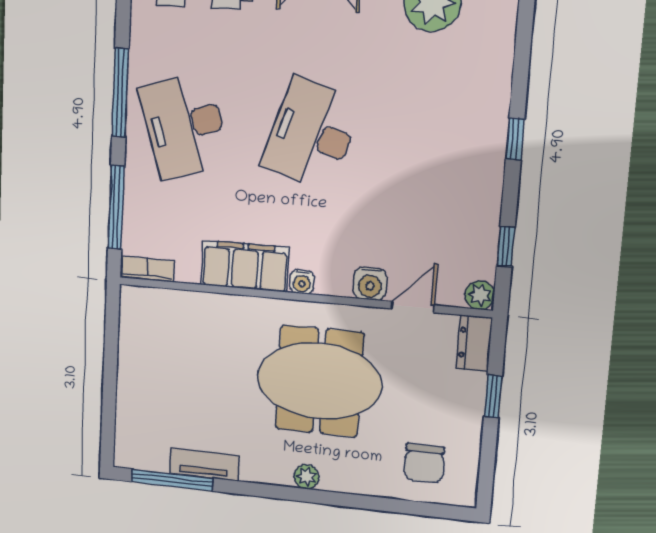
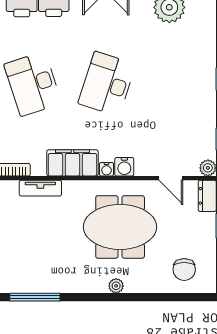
water cooler: (370, 284) -> (124, 167), moved
door: (413, 307) -> (171, 178), swing flipped
tv unit: (204, 464) -> (40, 188), moved, turned 180

